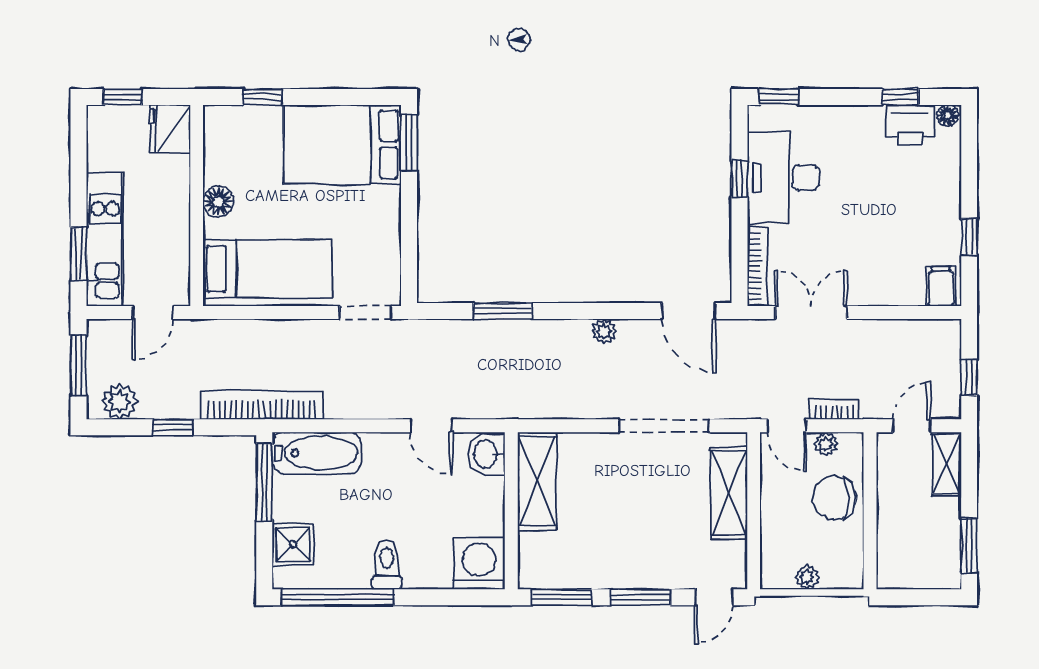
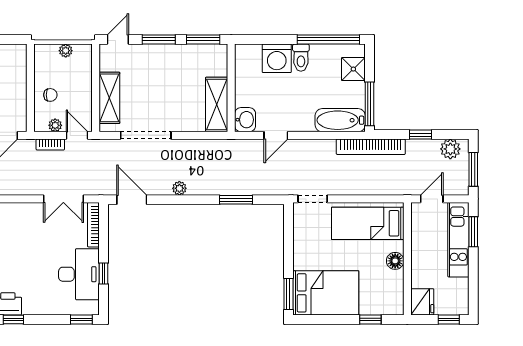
door: (431, 426) -> (276, 135), swing flipped
chair: (834, 498) -> (50, 95), width x0.54, depth x0.54
washing machine: (479, 564) -> (277, 58), moved

